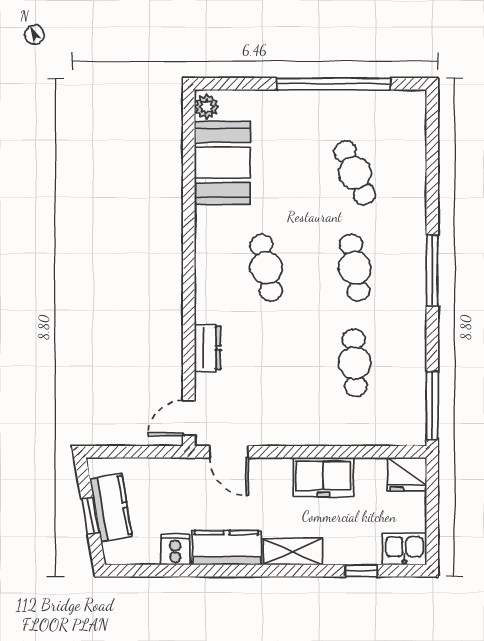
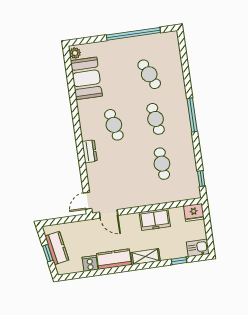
dresser: (208, 348) -> (89, 151), moved
window: (432, 406) -> (201, 179), width x0.46

